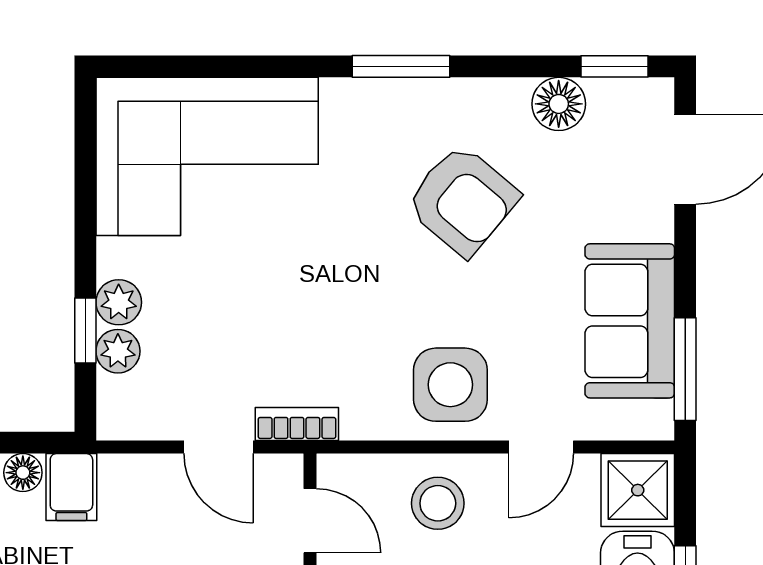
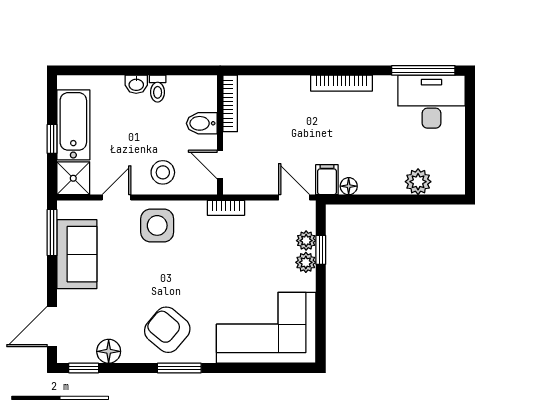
armchair: (462, 200) -> (167, 330), moved
door: (218, 447) -> (294, 198), moved

